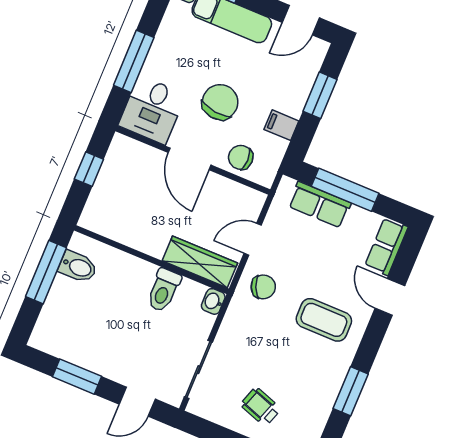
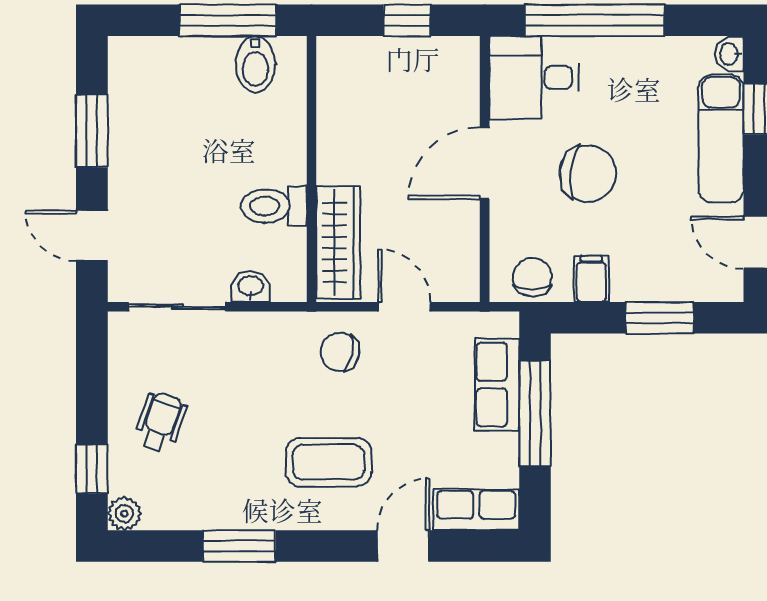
window: (134, 61) -> (595, 20), width x1.46
chair: (241, 157) -> (532, 277), moved
chair: (263, 287) -> (340, 352), turned 125
washbasin: (213, 301) -> (251, 287), moved
coffee table: (324, 320) -> (329, 462), turned 90

